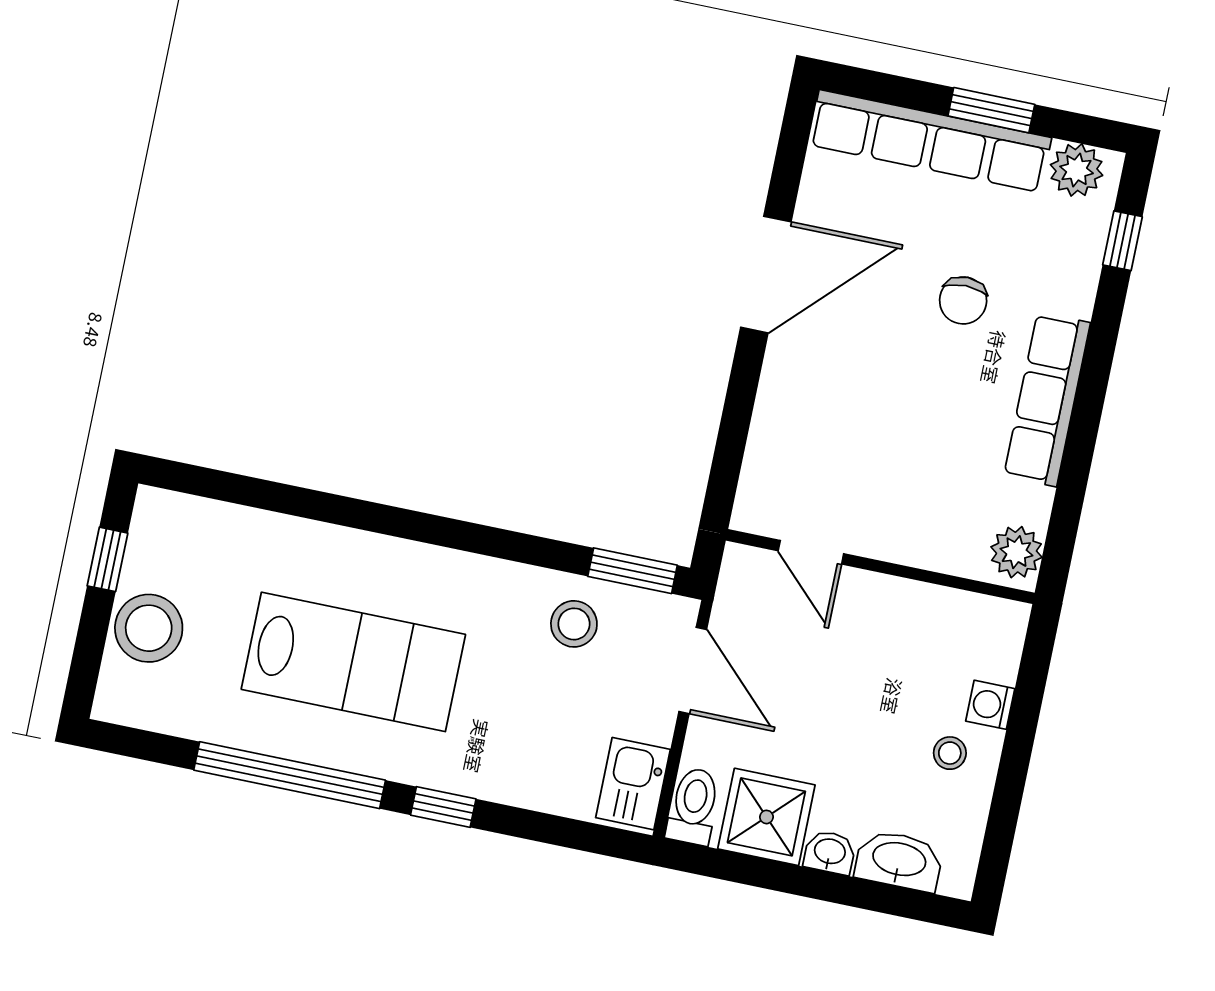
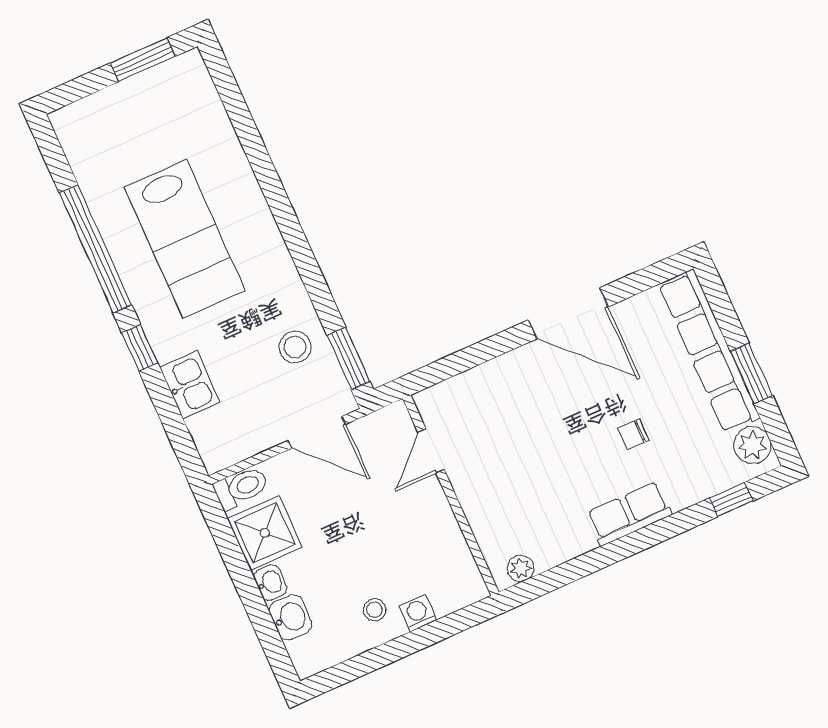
chair: (963, 300) -> (633, 434), width x0.73, depth x0.73
row of seats: (1047, 399) -> (629, 514), width x0.68
plant: (1016, 552) -> (521, 568), width x0.73, depth x0.73
window: (107, 559) -> (143, 60), width x1.50
stool: (149, 628) -> (121, 111), removed
door: (693, 671) -> (317, 432), hinge flipped
kitchen sink: (633, 784) -> (190, 385), moved, turned 90
washbasin: (899, 861) -> (291, 617), width x0.72

